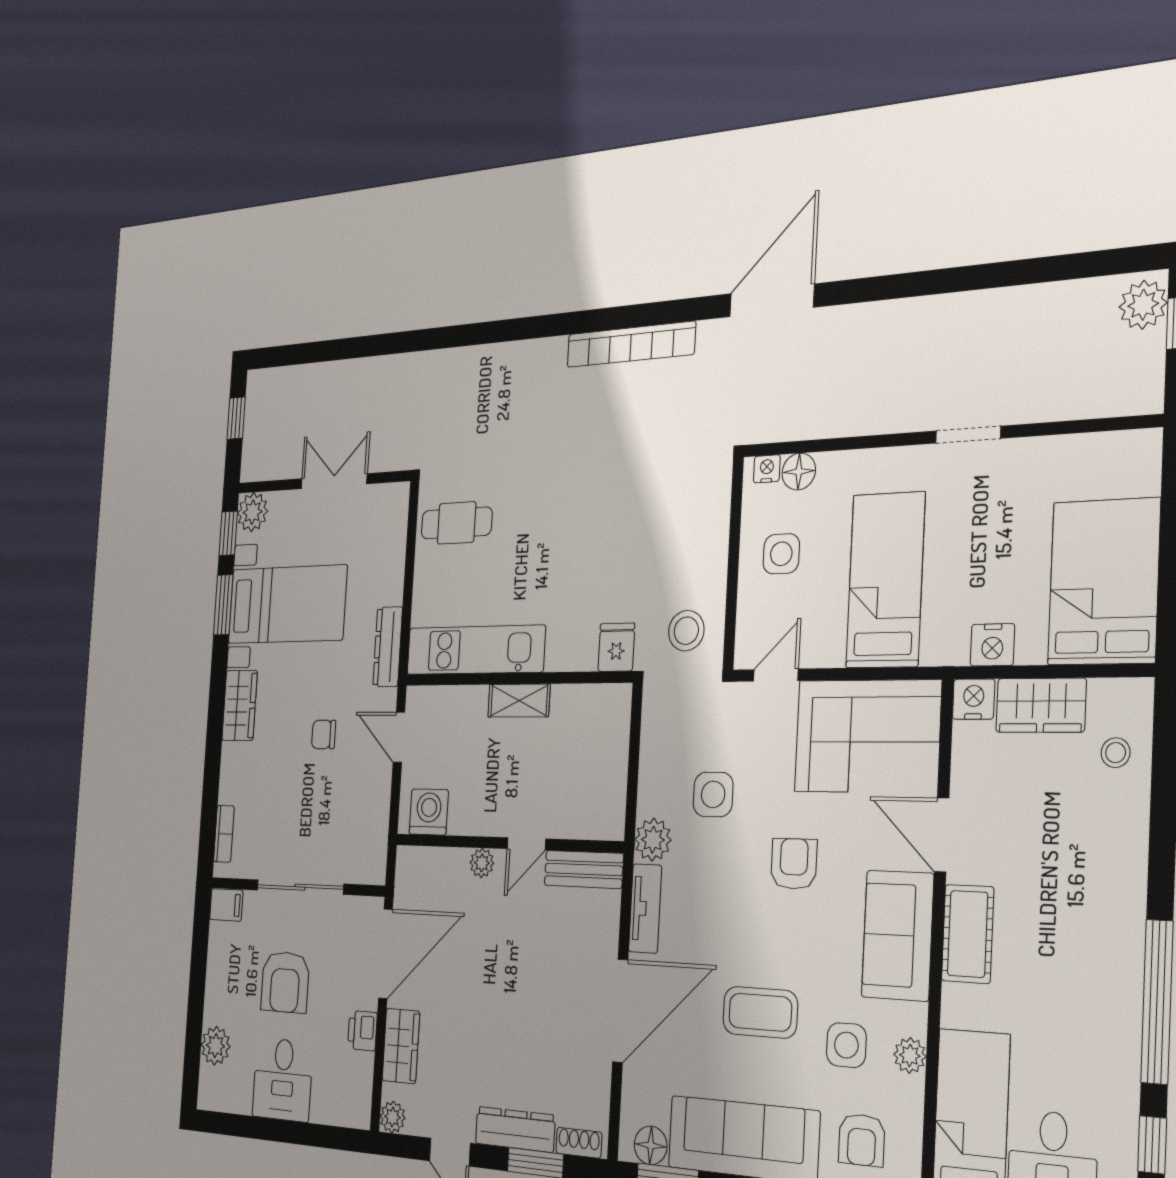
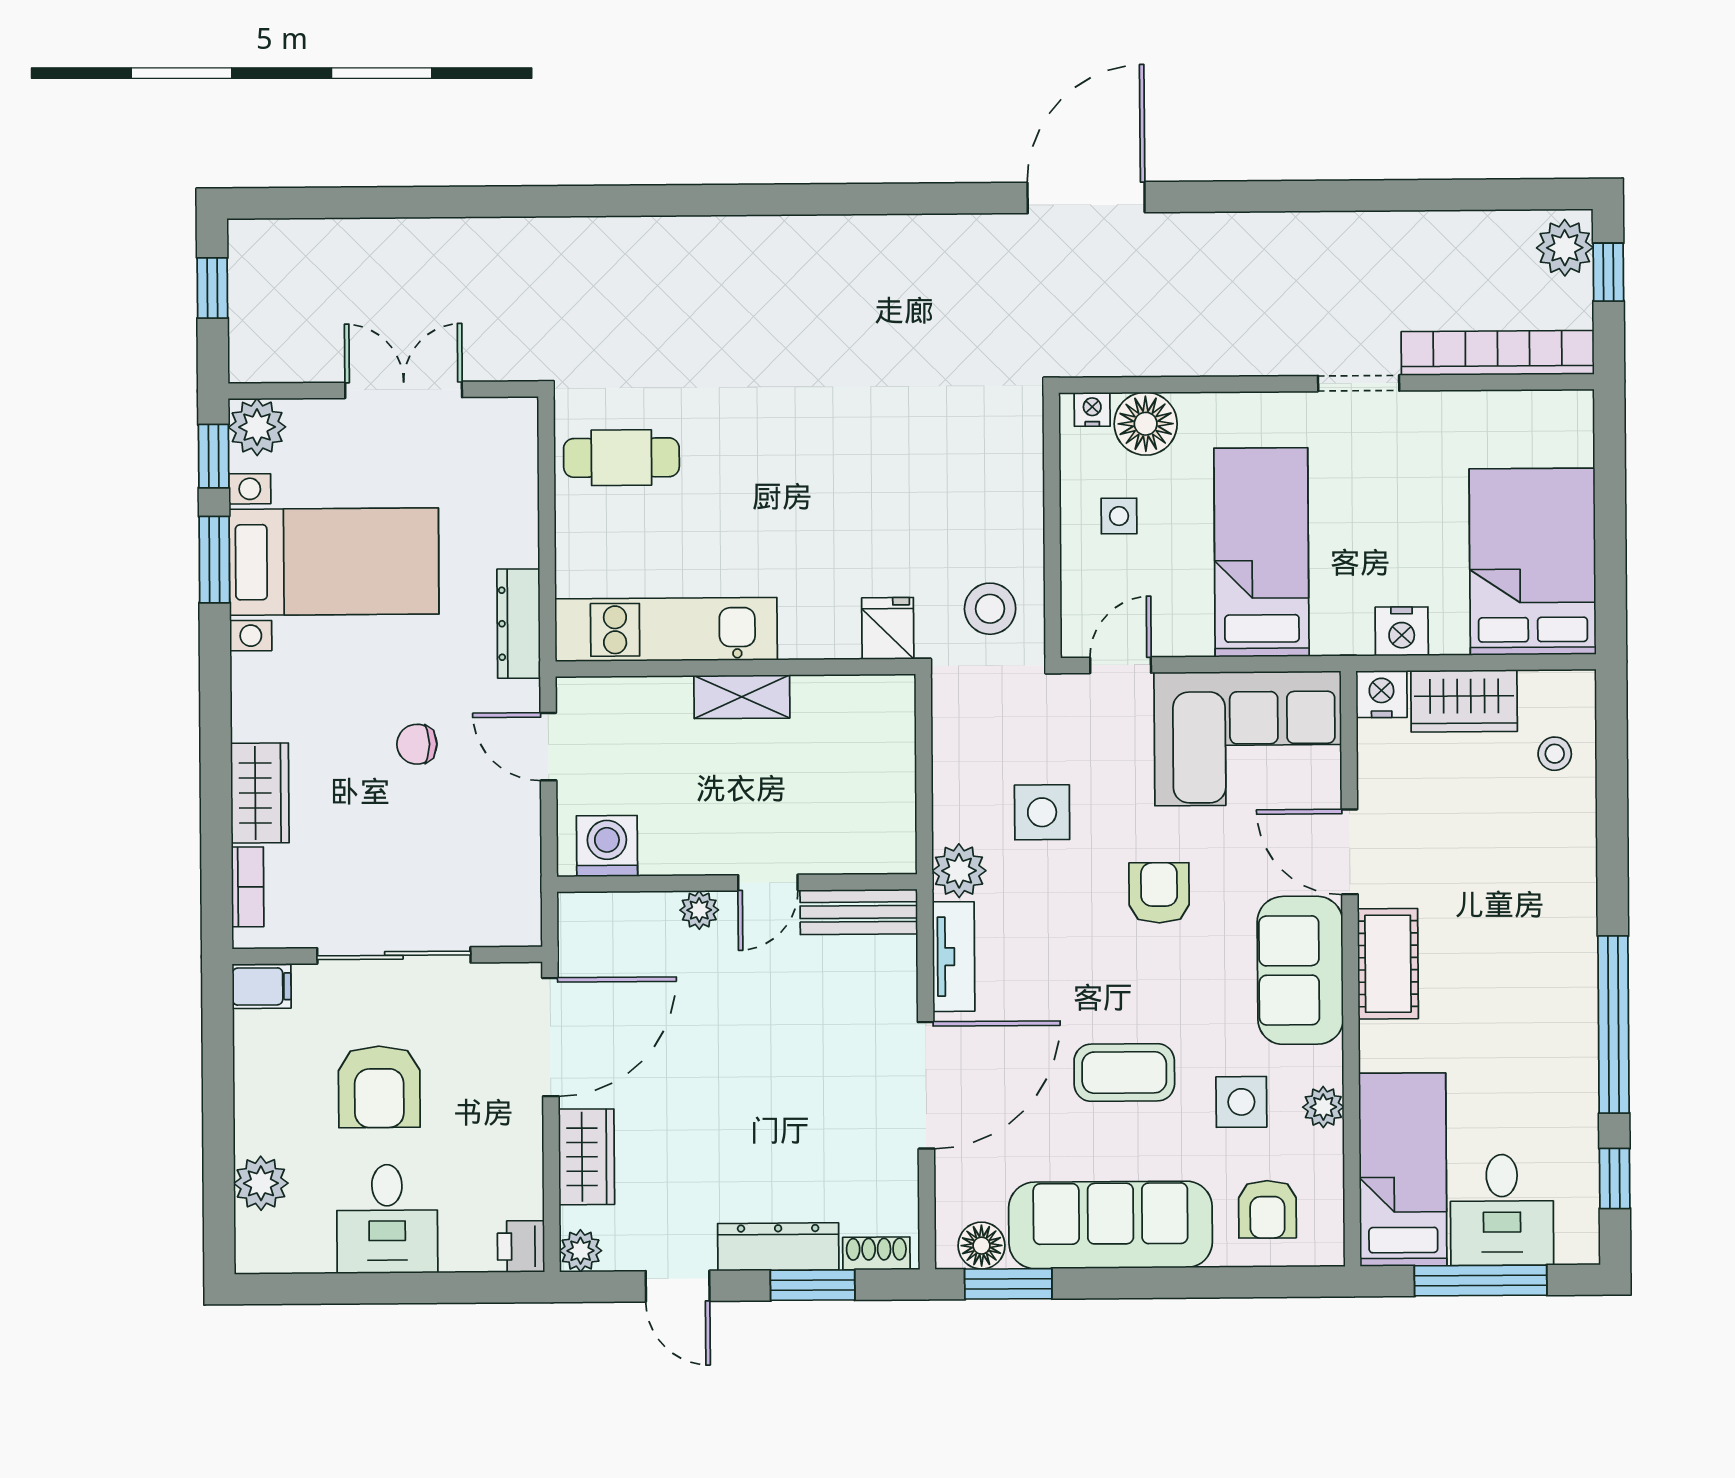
bookcase: (631, 344) -> (1498, 353), moved, turned 180
floor lamp: (799, 472) -> (1146, 424), width x1.38, depth x1.38
side table: (781, 554) -> (1119, 516), width x0.73, depth x0.73
wardrobe: (240, 705) -> (260, 793), moved
printer: (362, 1031) -> (521, 1246), moved

